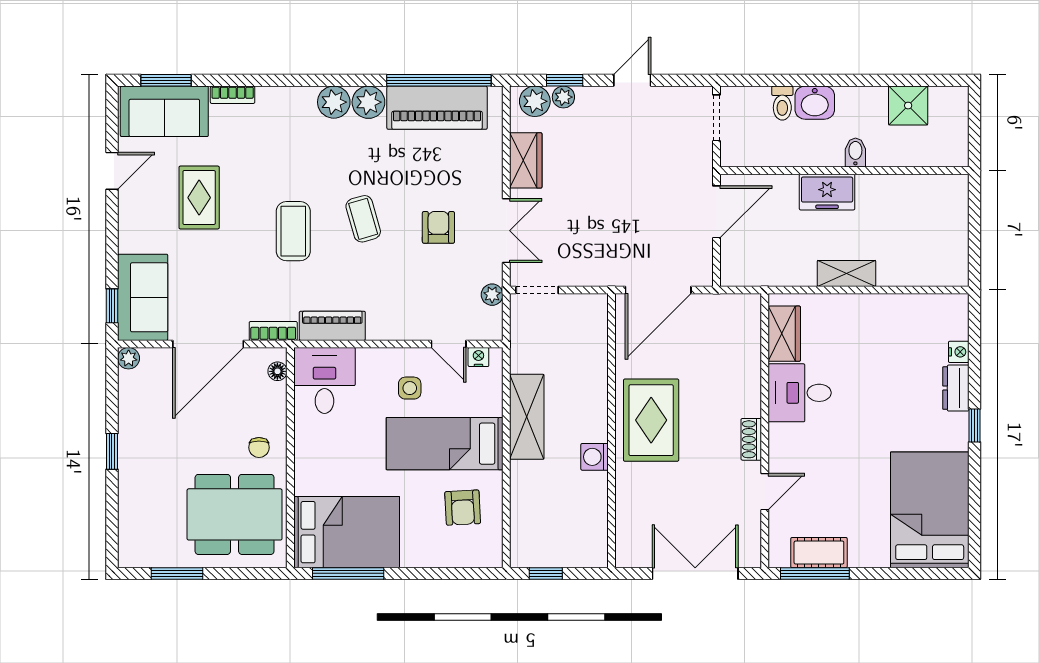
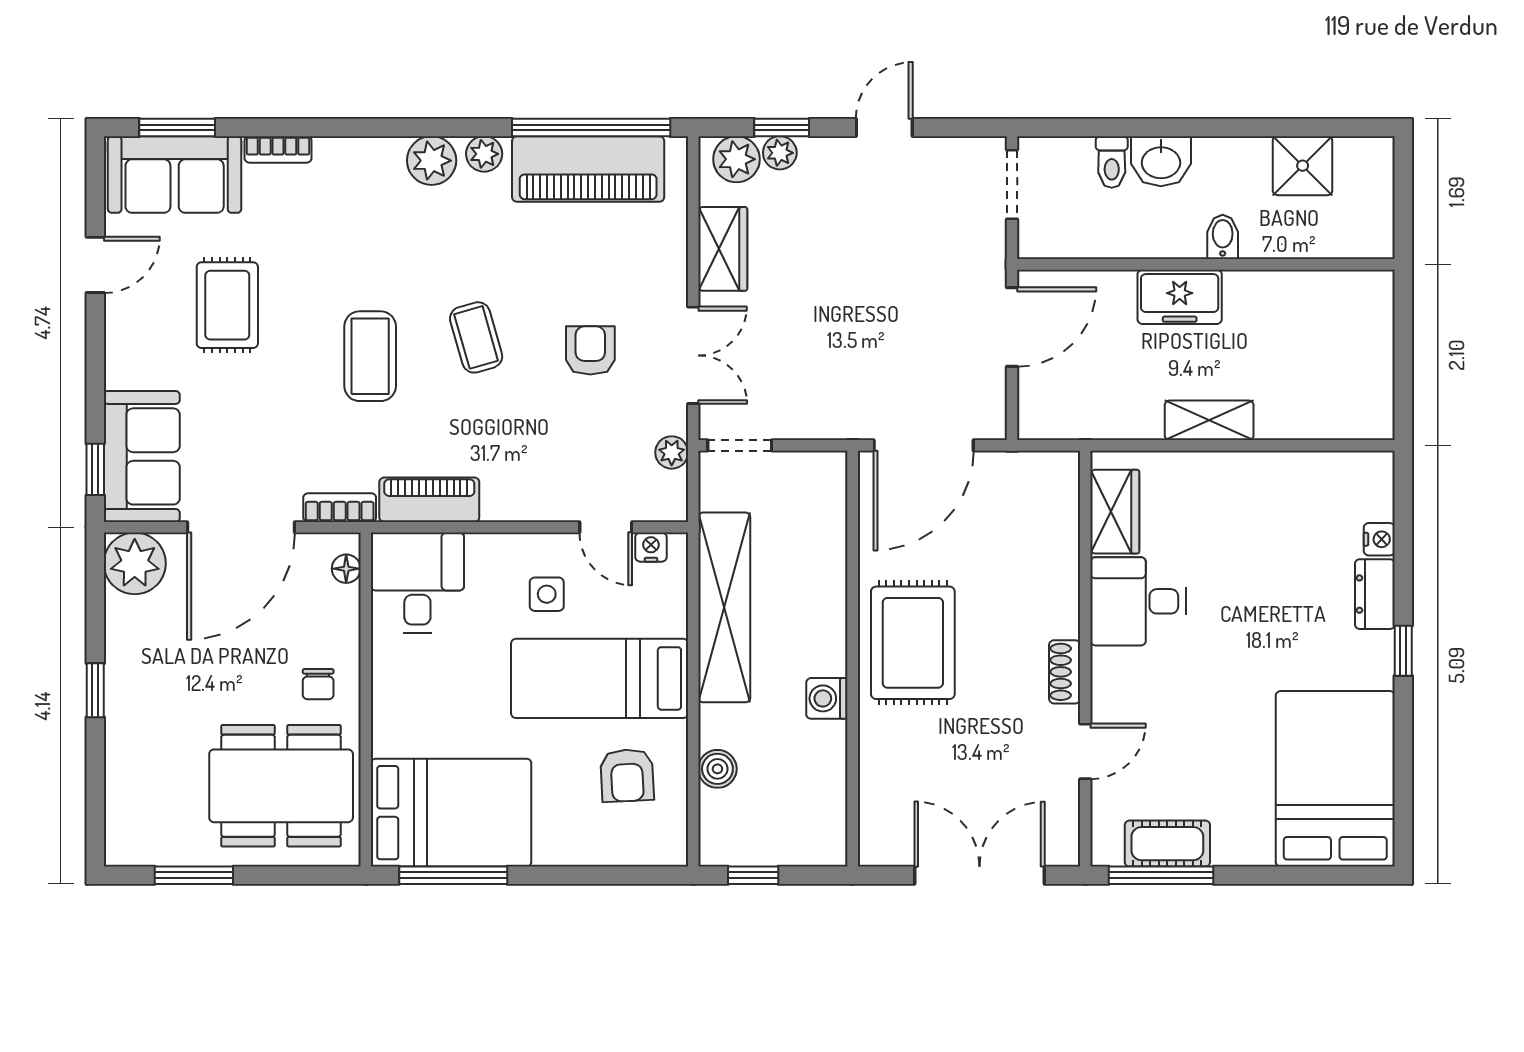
plant: (368, 102) -> (484, 154), width x0.73, depth x0.73
plant: (129, 358) -> (135, 563), width x1.88, depth x1.88
shelving: (527, 417) -> (724, 607), width x1.47
boiler: (522, 503) -> (717, 769), added

